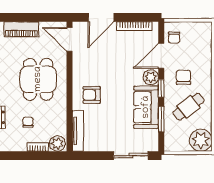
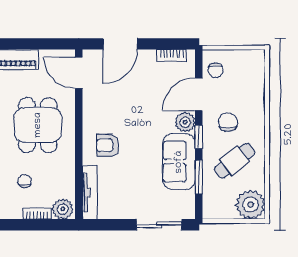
bookcase: (134, 26) -> (172, 55), width x0.64

